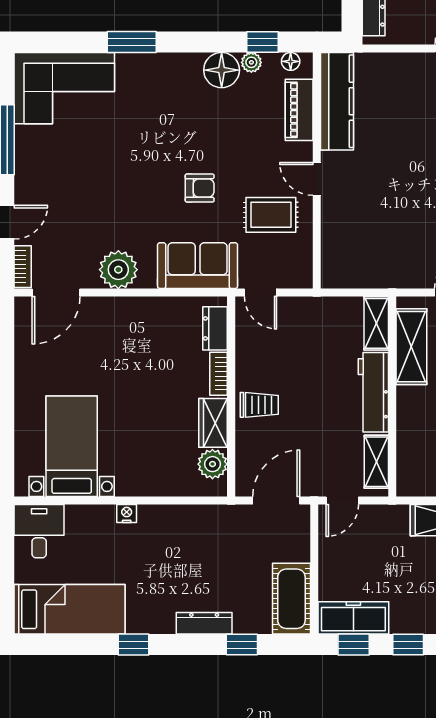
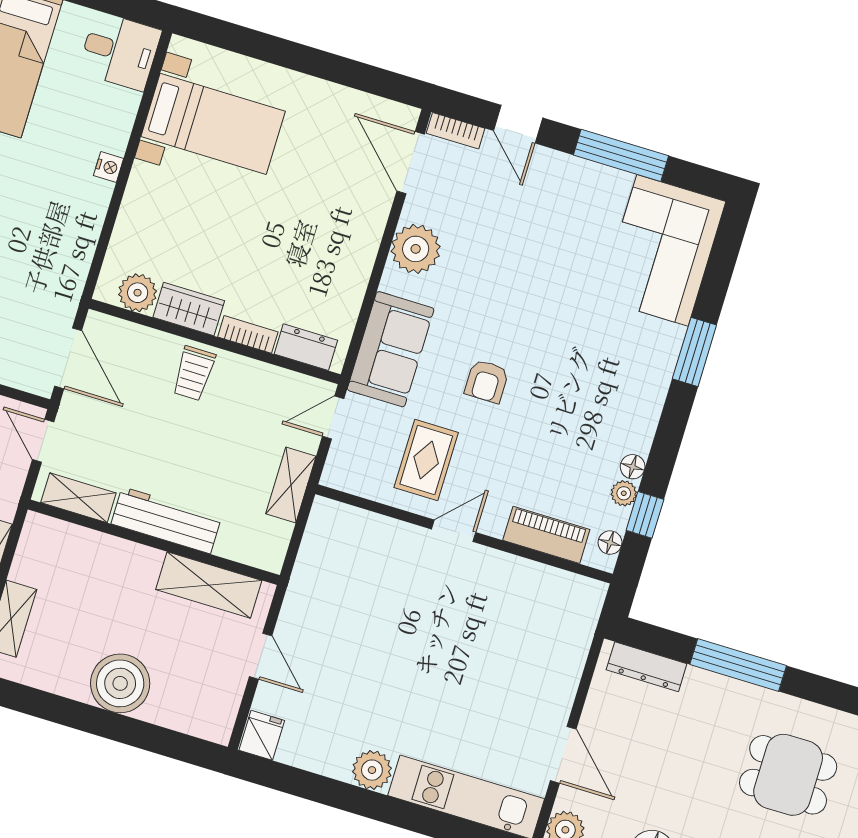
floor lamp: (222, 70) -> (633, 467), width x0.53, depth x0.53
kitchen counter: (337, 101) -> (543, 585), removed
shelving: (376, 323) -> (291, 485), moved, turned 90

